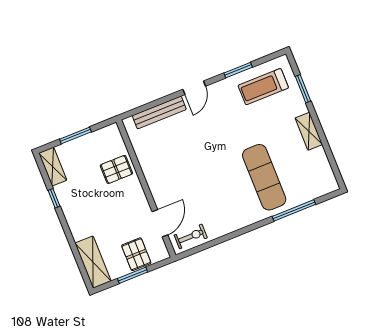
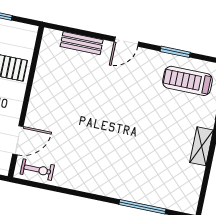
bench: (159, 112) -> (82, 43), width x0.73
exercise mat: (264, 177) -> (136, 160), removed

